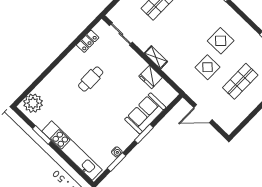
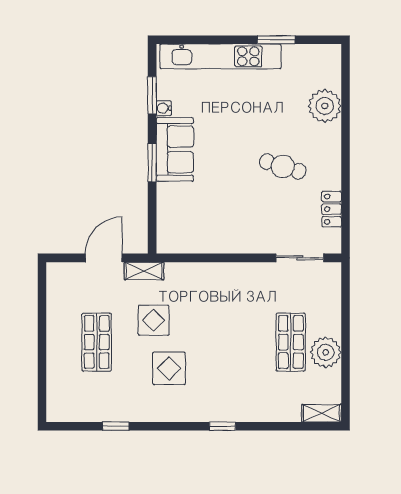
shelving: (156, 57) -> (144, 271), moved
fridge: (151, 77) -> (212, 240), removed
cafe table: (91, 79) -> (283, 166), turned -73
plant: (33, 103) -> (325, 106), moved
sofa: (145, 113) -> (175, 149), moved

